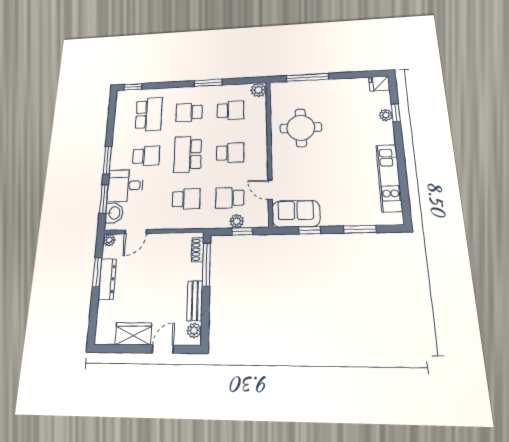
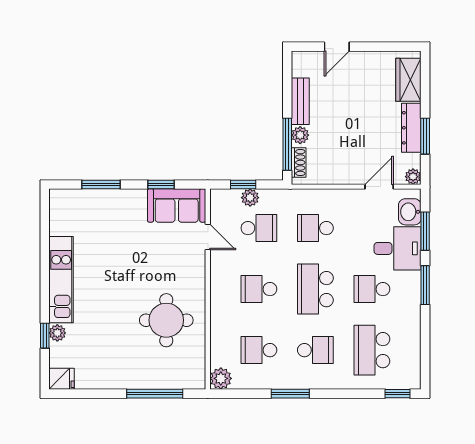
school desk: (188, 154) -> (315, 289), turned 180
kitchen unit: (389, 178) -> (61, 280), moved
plant: (194, 330) -> (300, 135), moved
wardrobe: (133, 334) -> (408, 80), moved, turned 90

